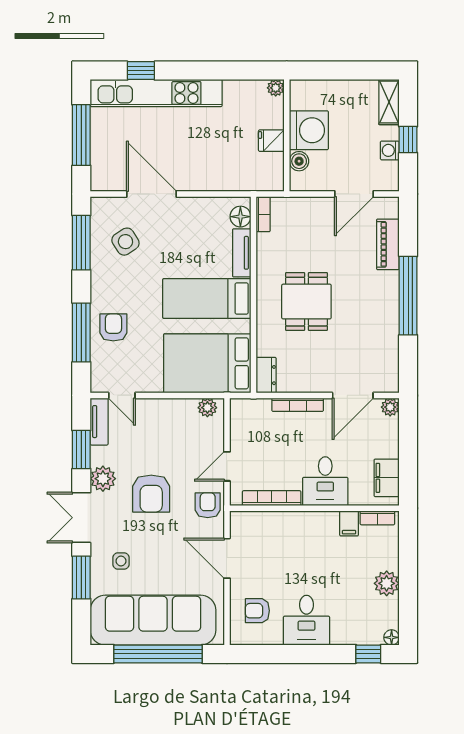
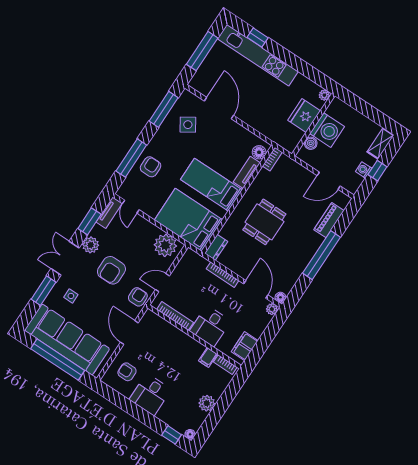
fridge: (271, 141) -> (304, 115), width x1.88, depth x1.34
floor lamp: (391, 385) -> (280, 297), added
door: (353, 395) -> (256, 289), swing flipped
plant: (207, 408) -> (165, 245), width x1.87, depth x1.87

